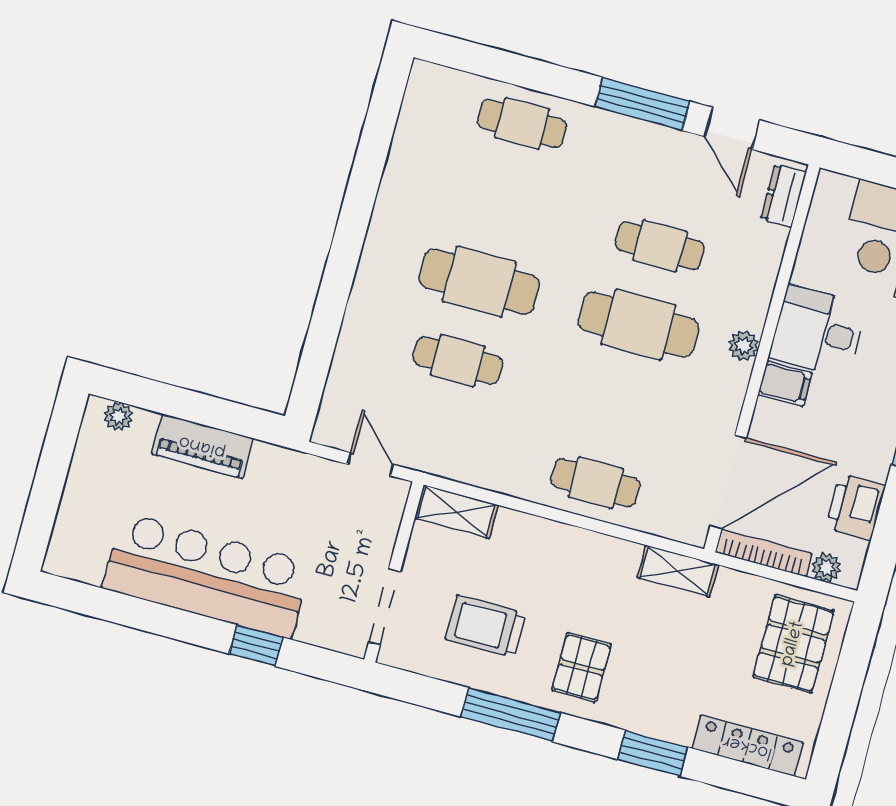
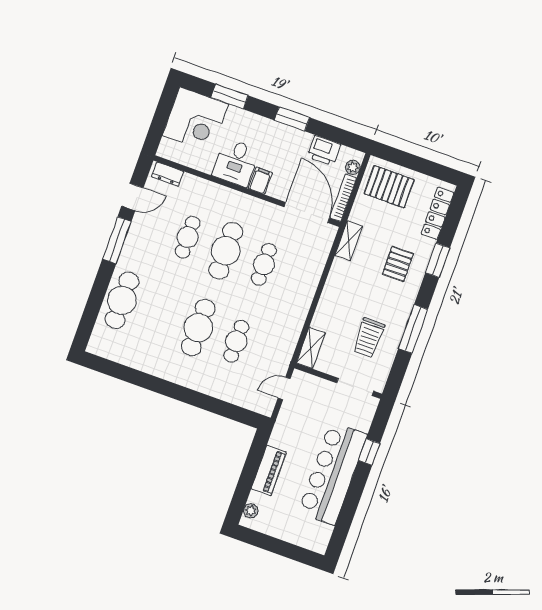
cafe table: (522, 124) -> (122, 300), width x1.37, depth x1.35
plant: (744, 346) -> (240, 200), removed
cafe table: (595, 483) -> (264, 264), moved
pallet: (581, 667) -> (398, 264), moved, turned 90

